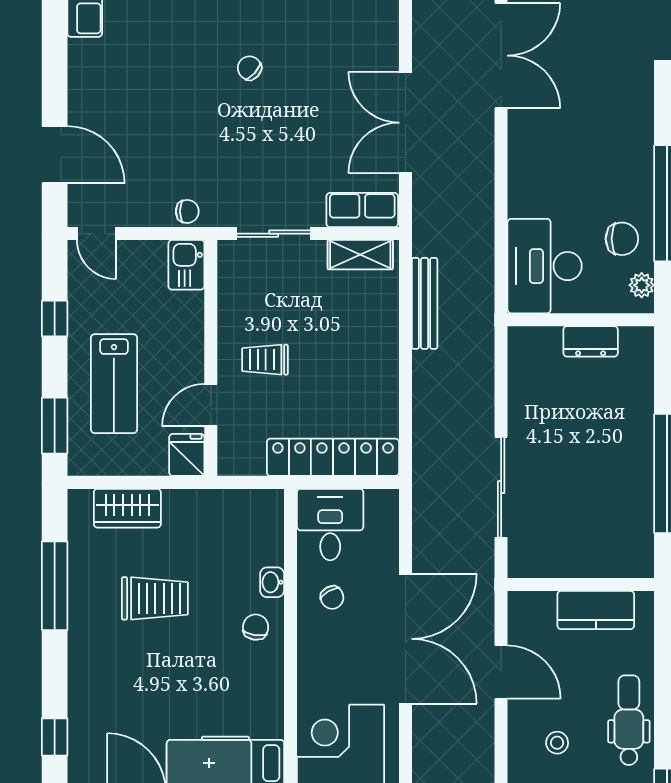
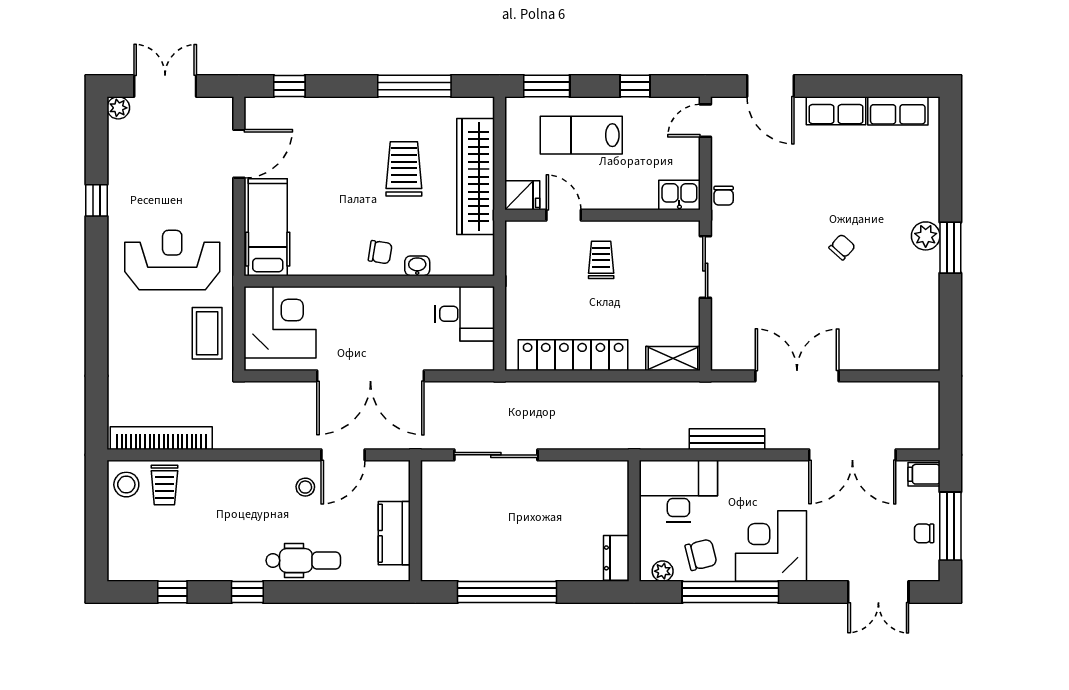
corner desk: (611, 154) -> (771, 546), added
door: (55, 155) -> (770, 86), hinge flipped
row of seats: (362, 210) -> (836, 111), moved, turned 90
chair: (622, 239) -> (701, 555), turned -104
shelving: (360, 255) -> (673, 358), moved, turned 90
bench: (425, 303) -> (727, 439), moved
dresser: (591, 341) -> (616, 558), moved
locker: (333, 457) -> (573, 355), moved, turned -90
wardrobe: (127, 508) -> (476, 177), width x2.10, depth x1.17
chair: (332, 597) -> (405, 315), removed
trolley: (155, 598) -> (404, 169), turned 180
stool: (557, 743) -> (305, 487), moved

